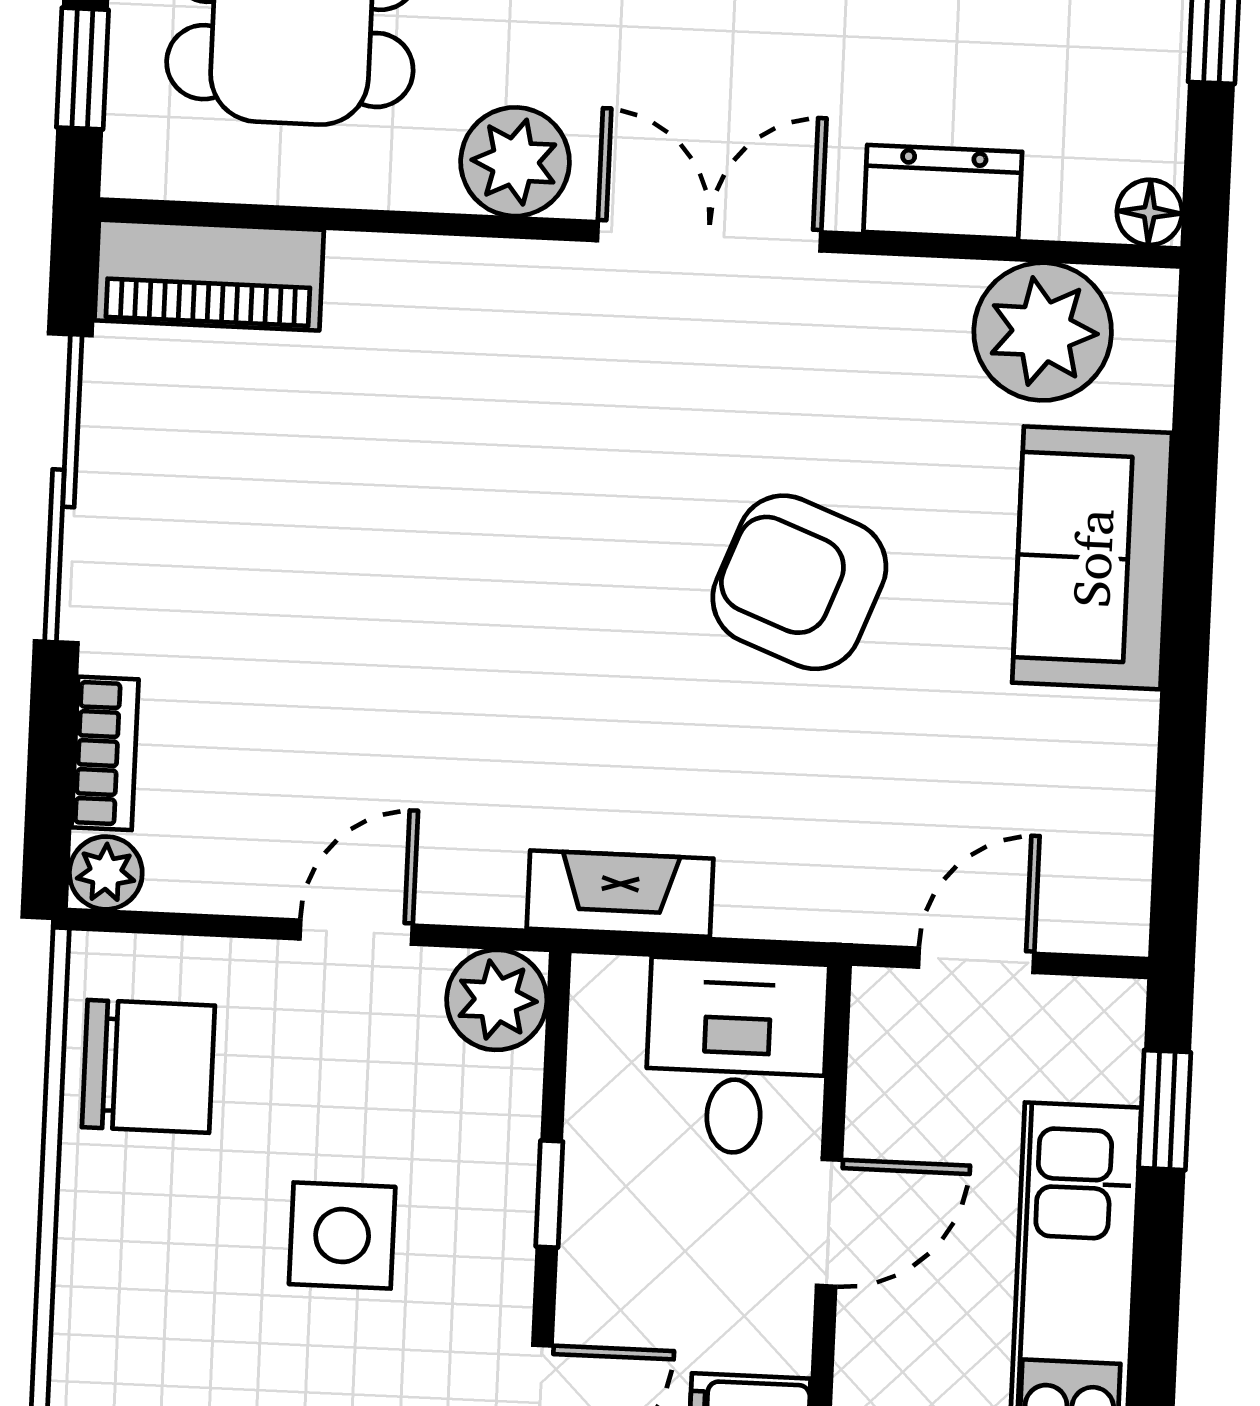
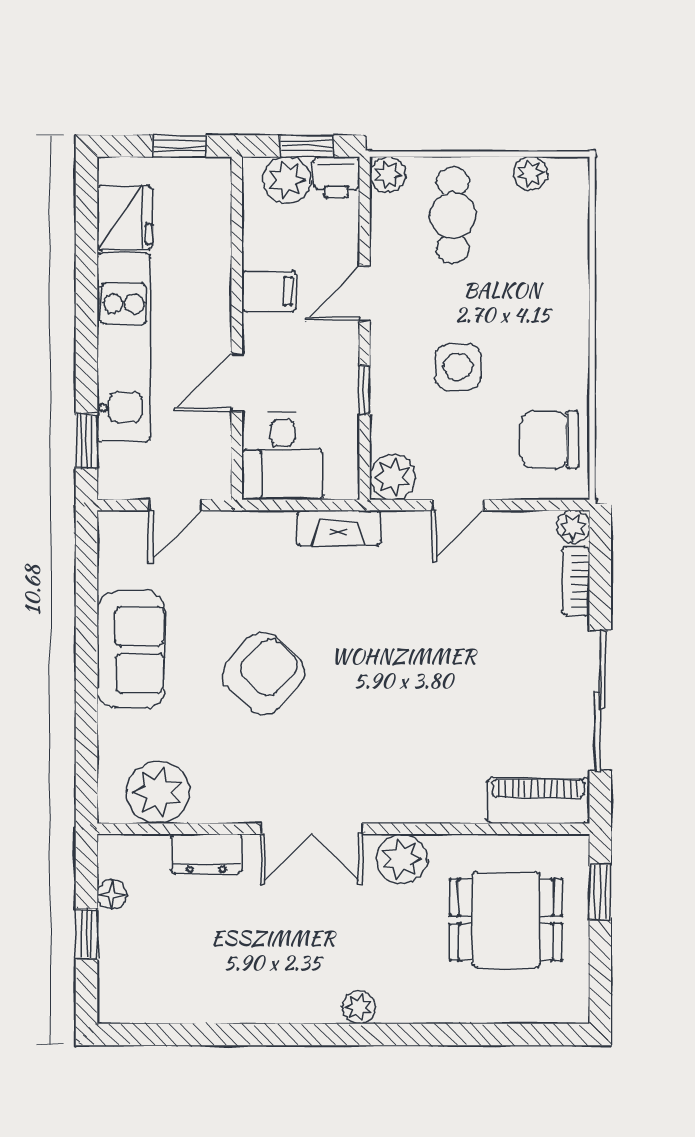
floor lamp: (1149, 212) -> (112, 895), moved
sofa: (1092, 558) -> (131, 650), moved
armchair: (799, 582) -> (264, 673), turned -68

